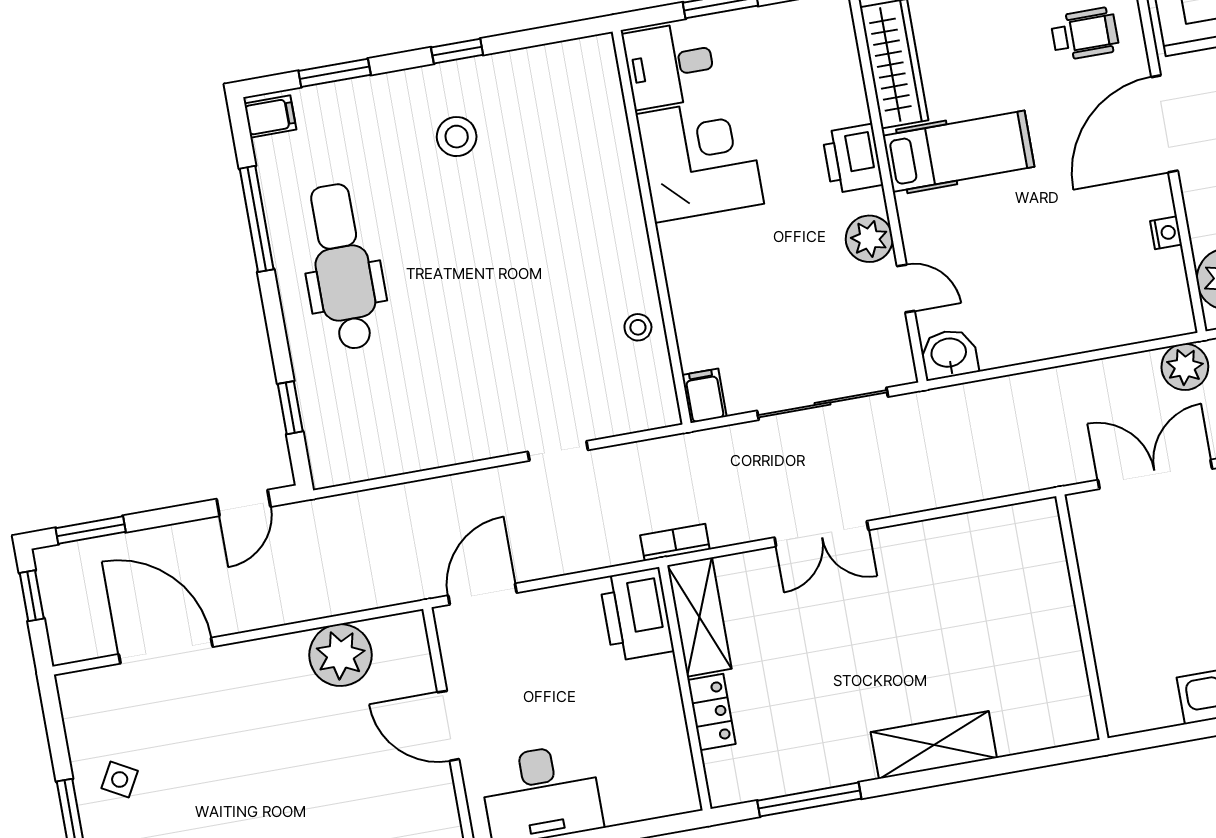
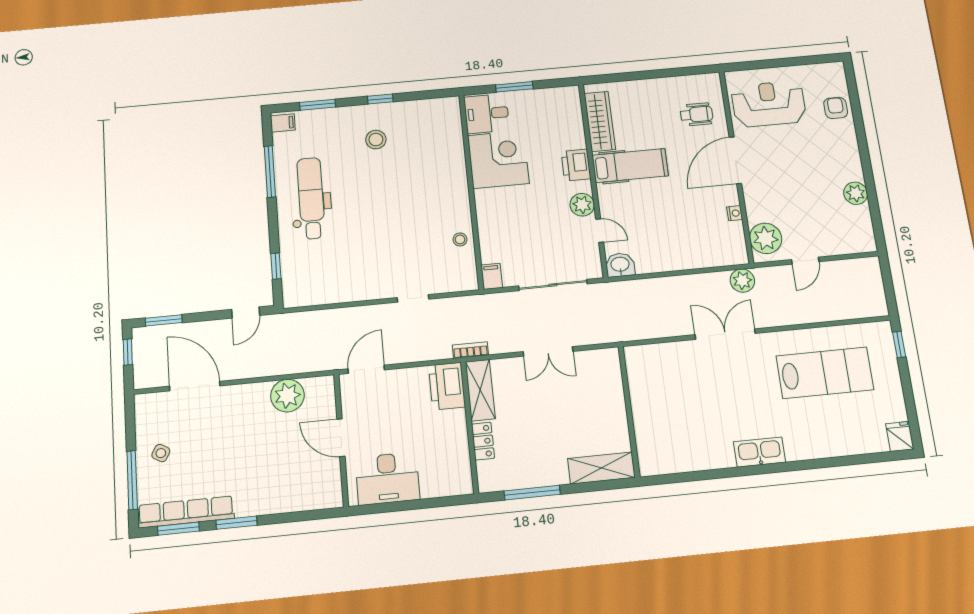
wall: (1082, 617) -> (629, 411), moved

